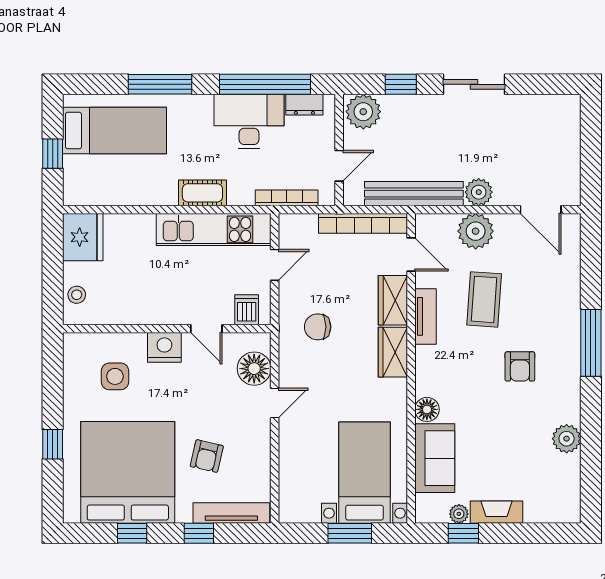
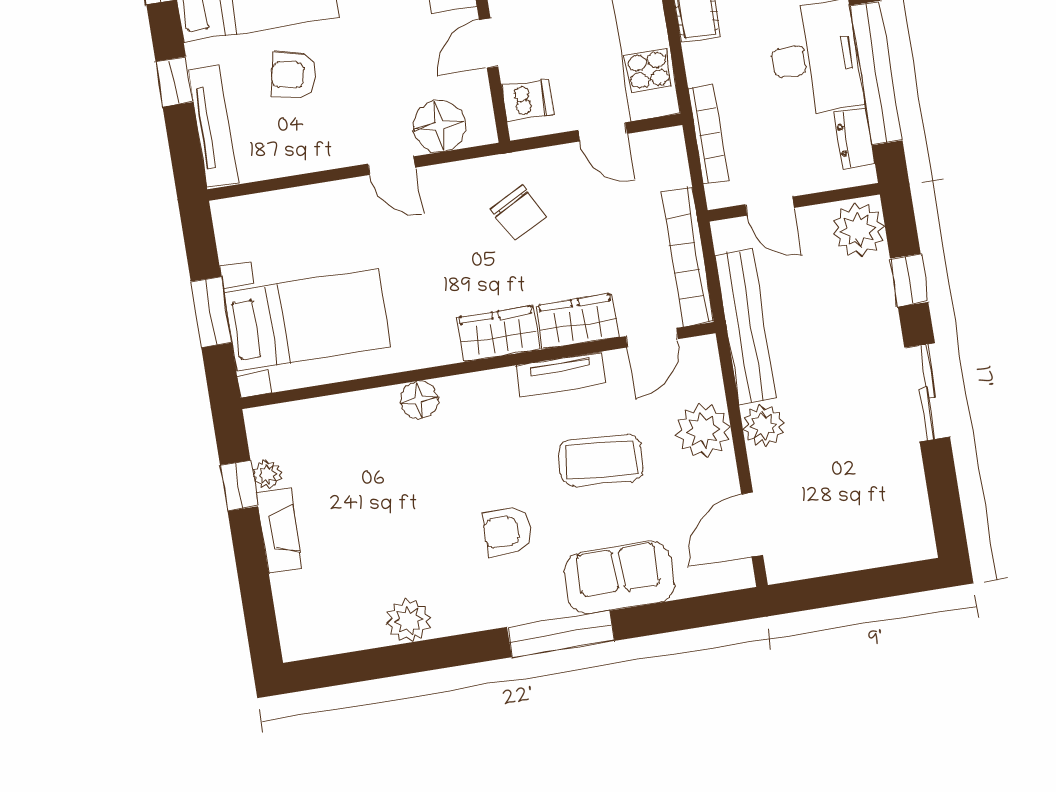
chair: (318, 327) -> (518, 213), turned 151
sofa: (435, 458) -> (619, 578), moved, turned 180

